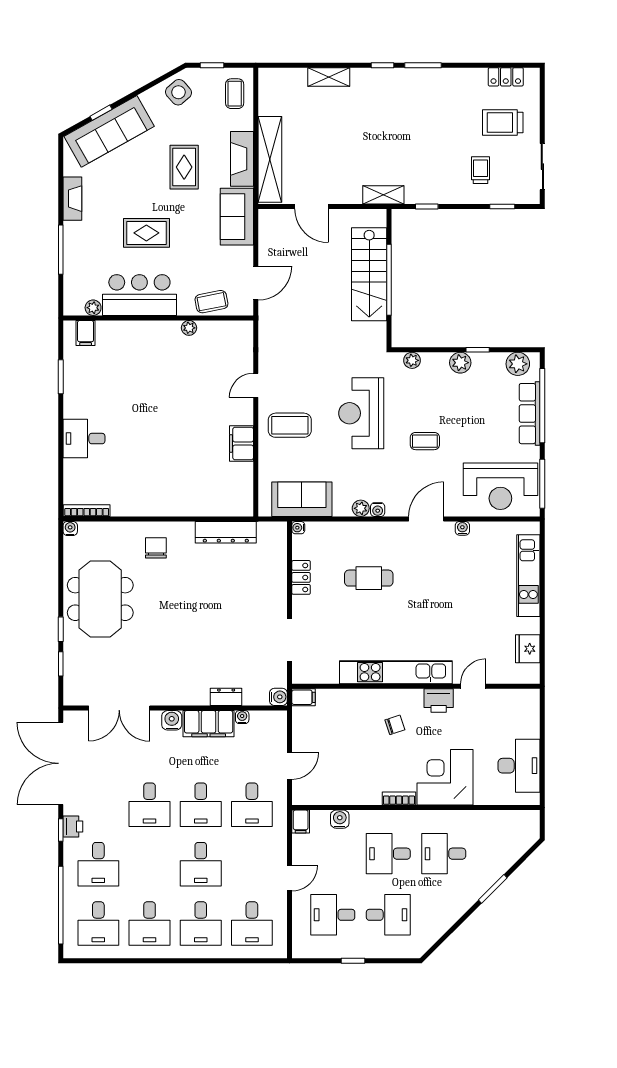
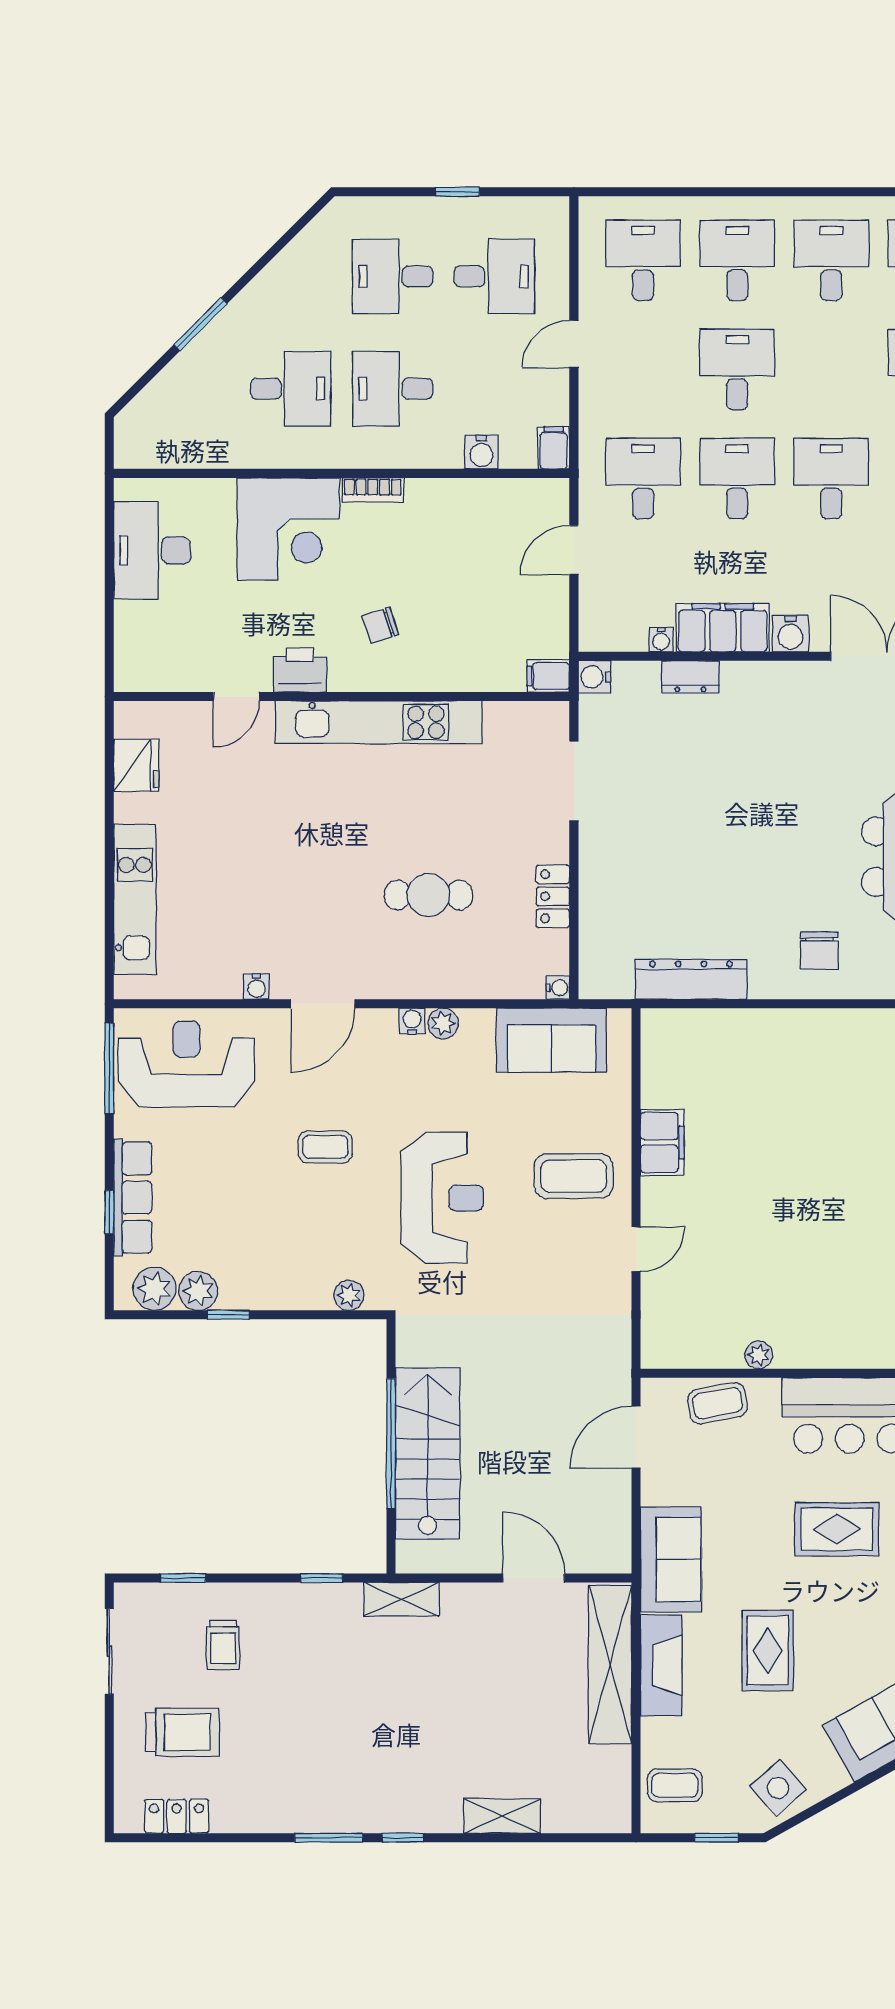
coffee table: (235, 94) -> (675, 1785), turned 90
plant: (460, 363) -> (198, 1291), moved
window: (542, 406) -> (109, 1212), width x0.32
desk: (388, 854) -> (393, 389), turned 180

